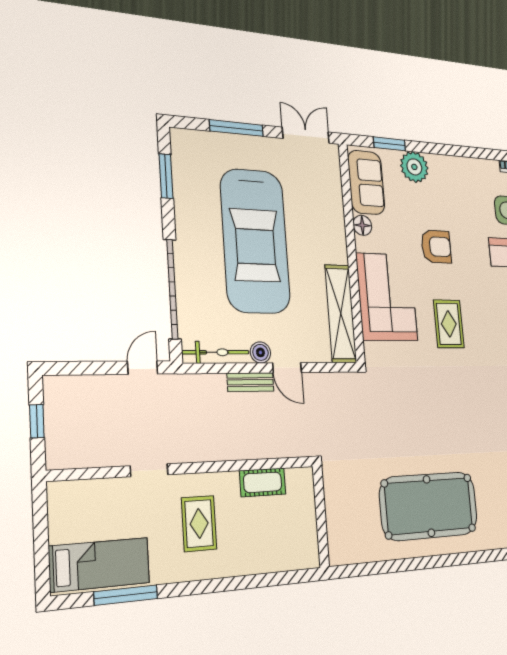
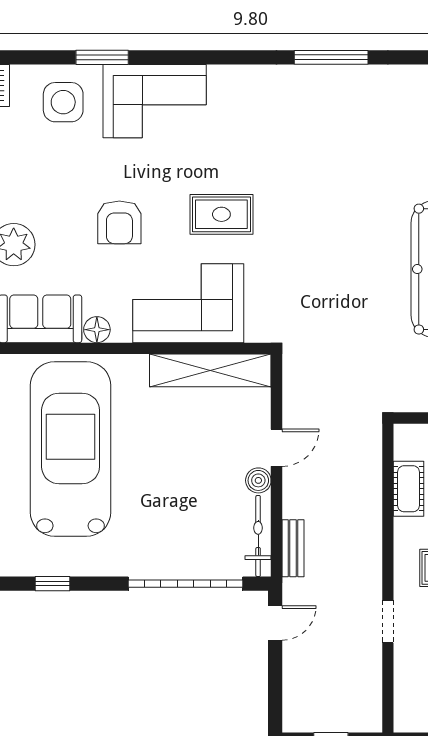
window: (166, 176) -> (53, 584), width x0.67
car: (255, 241) -> (71, 449), moved, turned -90
armchair: (436, 247) -> (119, 222), turned 180
door: (143, 368) -> (275, 623), swing flipped
bench: (250, 382) -> (293, 548), moved

